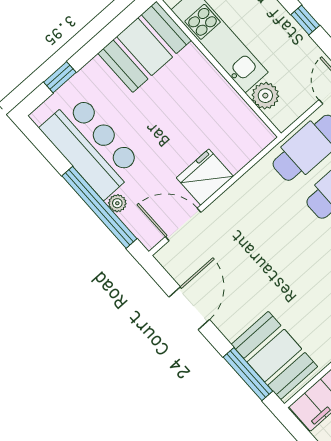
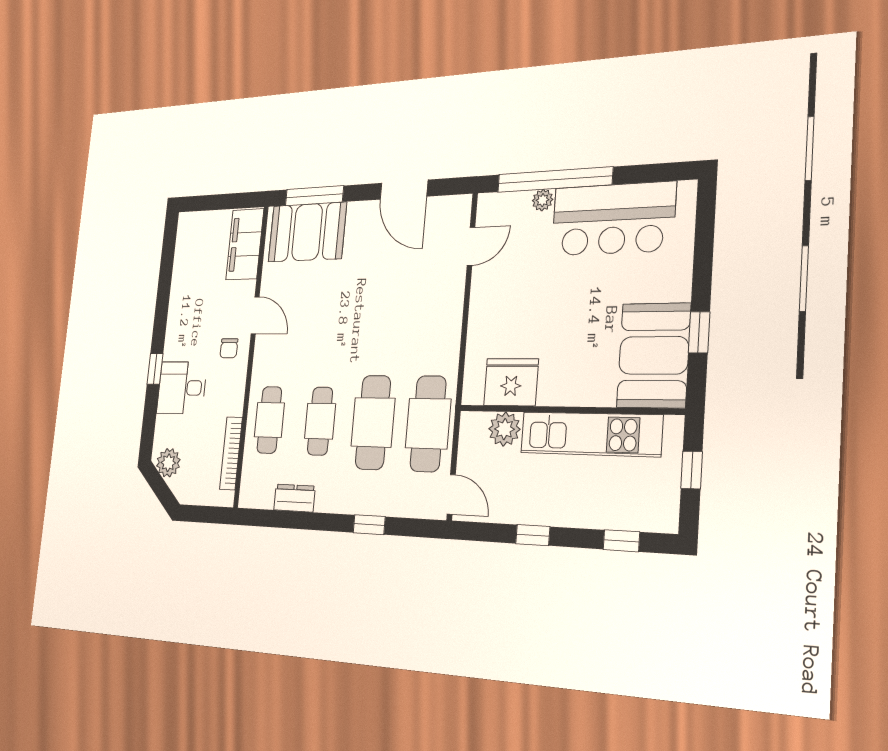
window: (60, 77) -> (699, 332), moved
fridge: (205, 177) -> (511, 382), moved, turned -90
door: (183, 224) -> (471, 246), width x0.73

